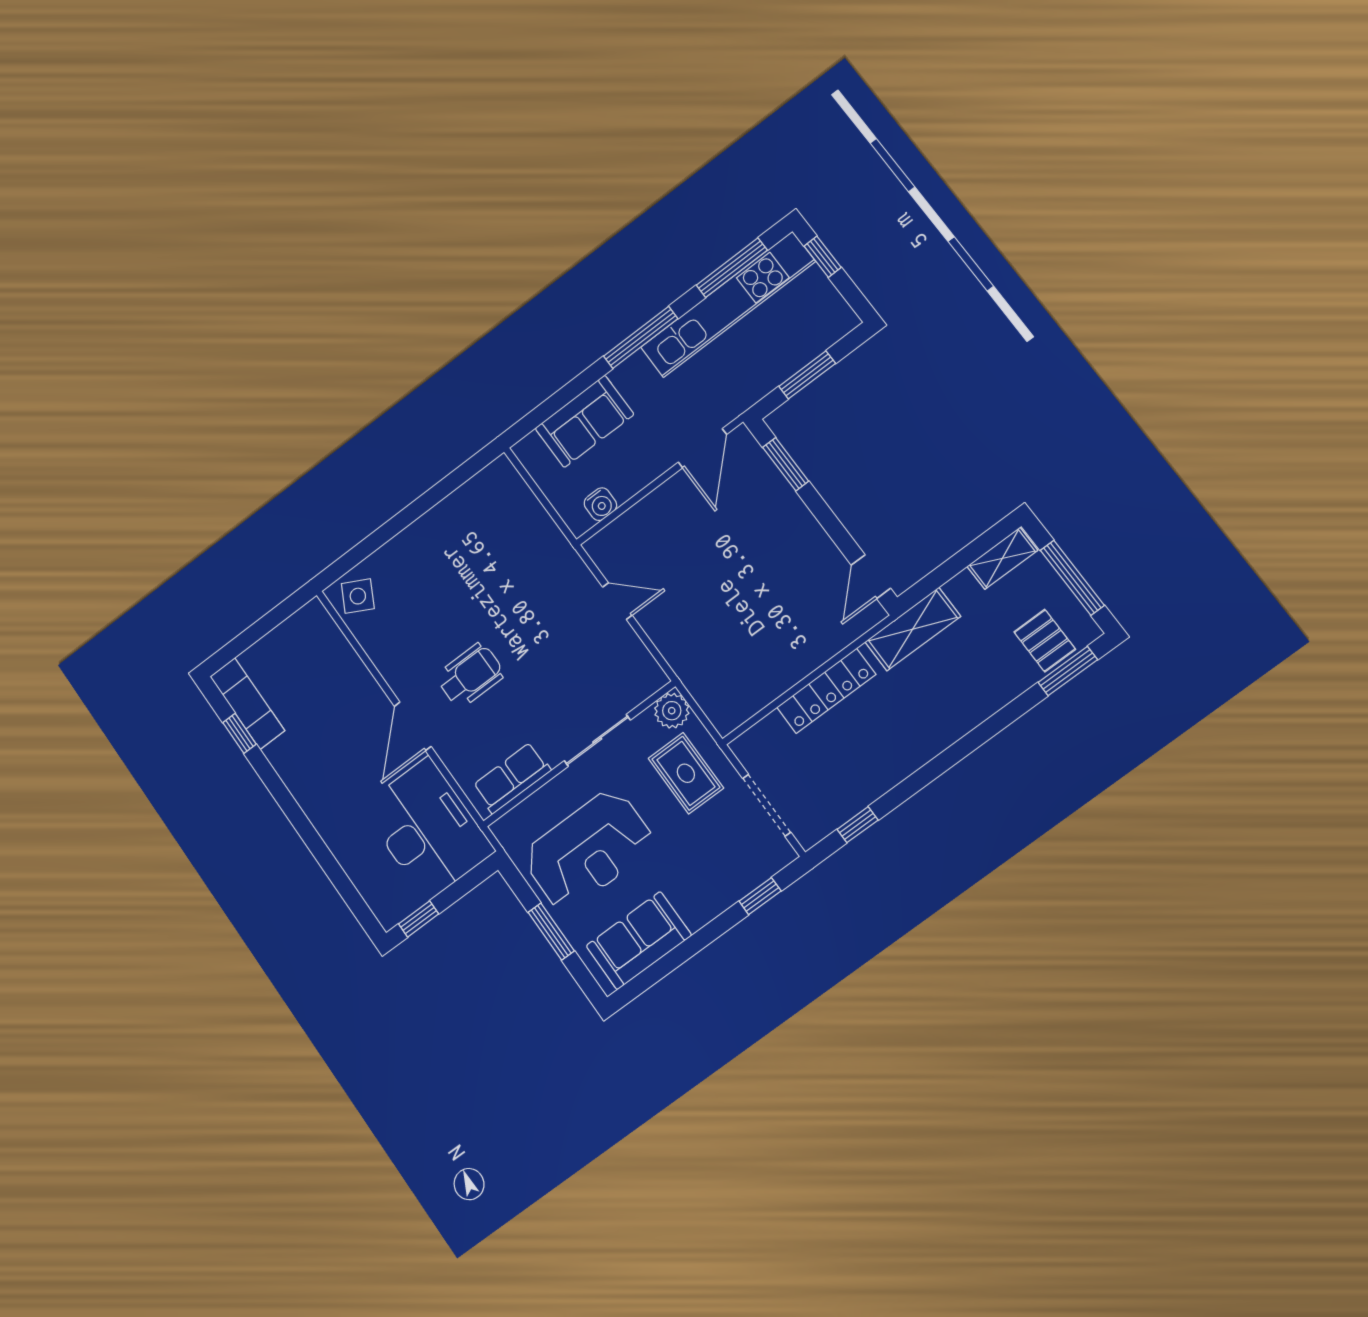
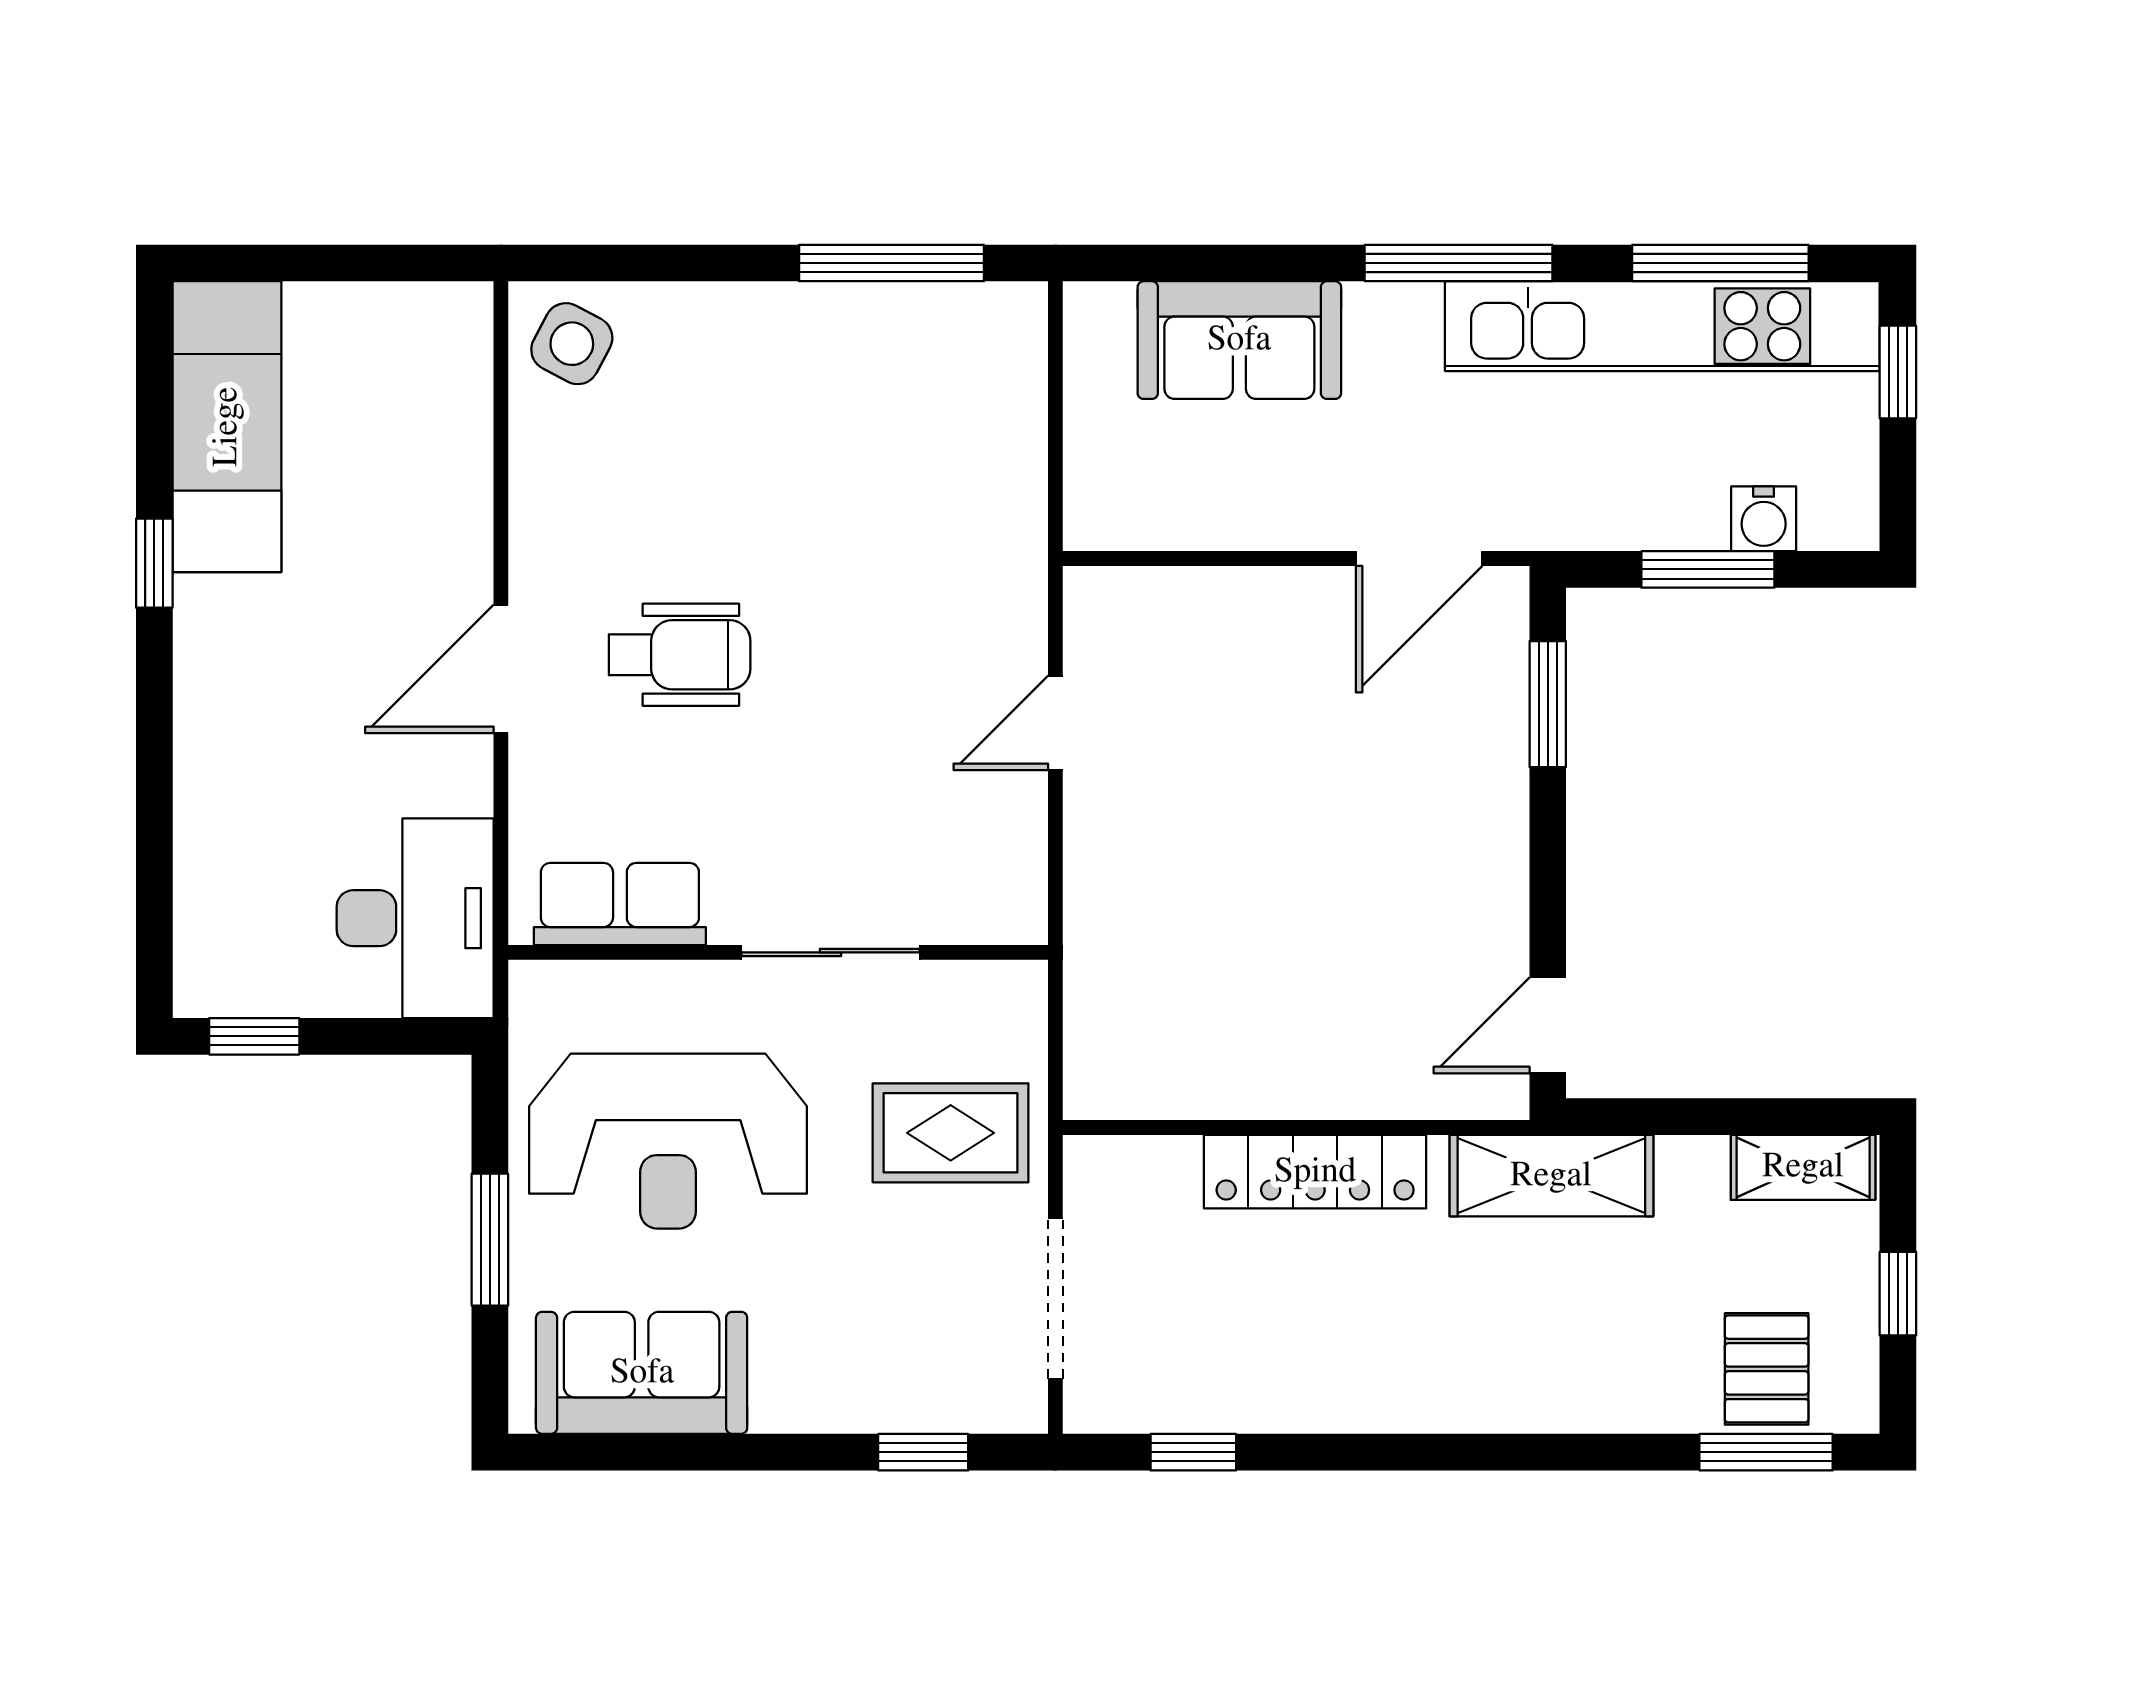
window: (446, 486) -> (891, 263), added
water cooler: (600, 504) -> (1764, 519), moved
window: (1072, 578) -> (1898, 1294), width x0.46
door: (617, 601) -> (1055, 723), swing flipped
exam couch: (247, 704) -> (227, 427), width x1.36, depth x1.45
plant: (672, 711) -> (1008, 1000), removed
window: (239, 733) -> (154, 563), moved
rug: (686, 773) -> (951, 1133), turned 90
desk: (428, 829) -> (415, 918), width x0.73, depth x0.77

